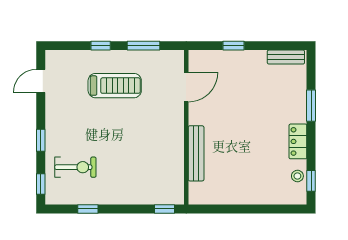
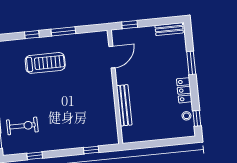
door: (186, 87) -> (112, 57), moved
wall: (186, 127) -> (115, 87), moved
bench: (196, 153) -> (124, 105), moved

